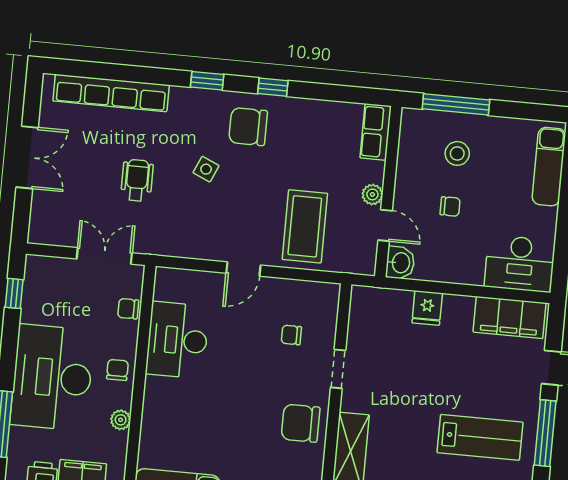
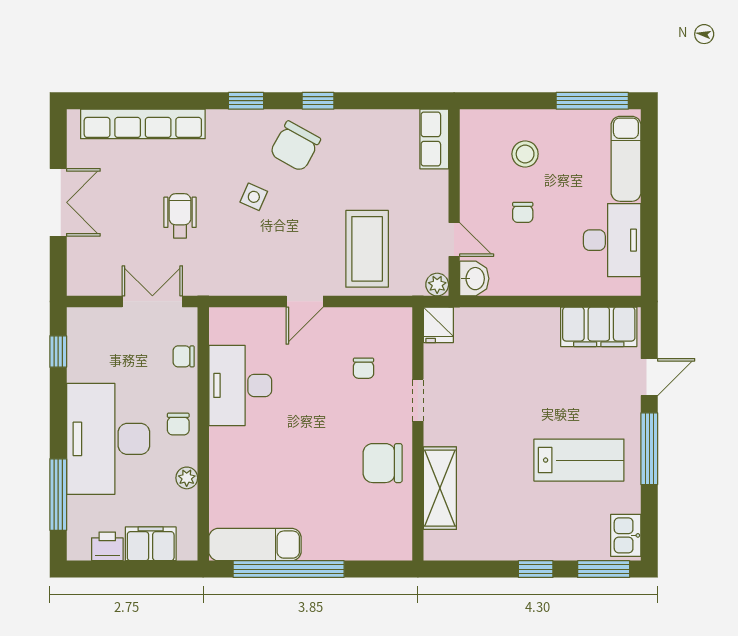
window: (456, 104) -> (592, 101), moved
chair: (248, 127) -> (295, 146), turned -61
plant: (372, 194) -> (437, 285), moved
chair: (450, 206) -> (523, 212), turned 90
desk: (520, 264) -> (612, 240), moved, turned -90
fridge: (427, 308) -> (438, 325), moved
chair: (291, 335) -> (363, 368), turned -90
chair: (117, 370) -> (178, 424), turned 180

